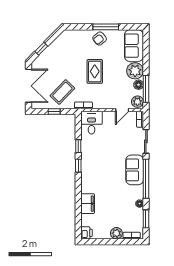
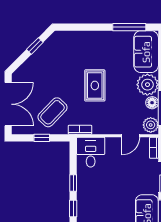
window: (106, 27) -> (129, 27), moved
armchair: (100, 39) -> (101, 42), removed
window: (41, 49) -> (35, 46), moved

